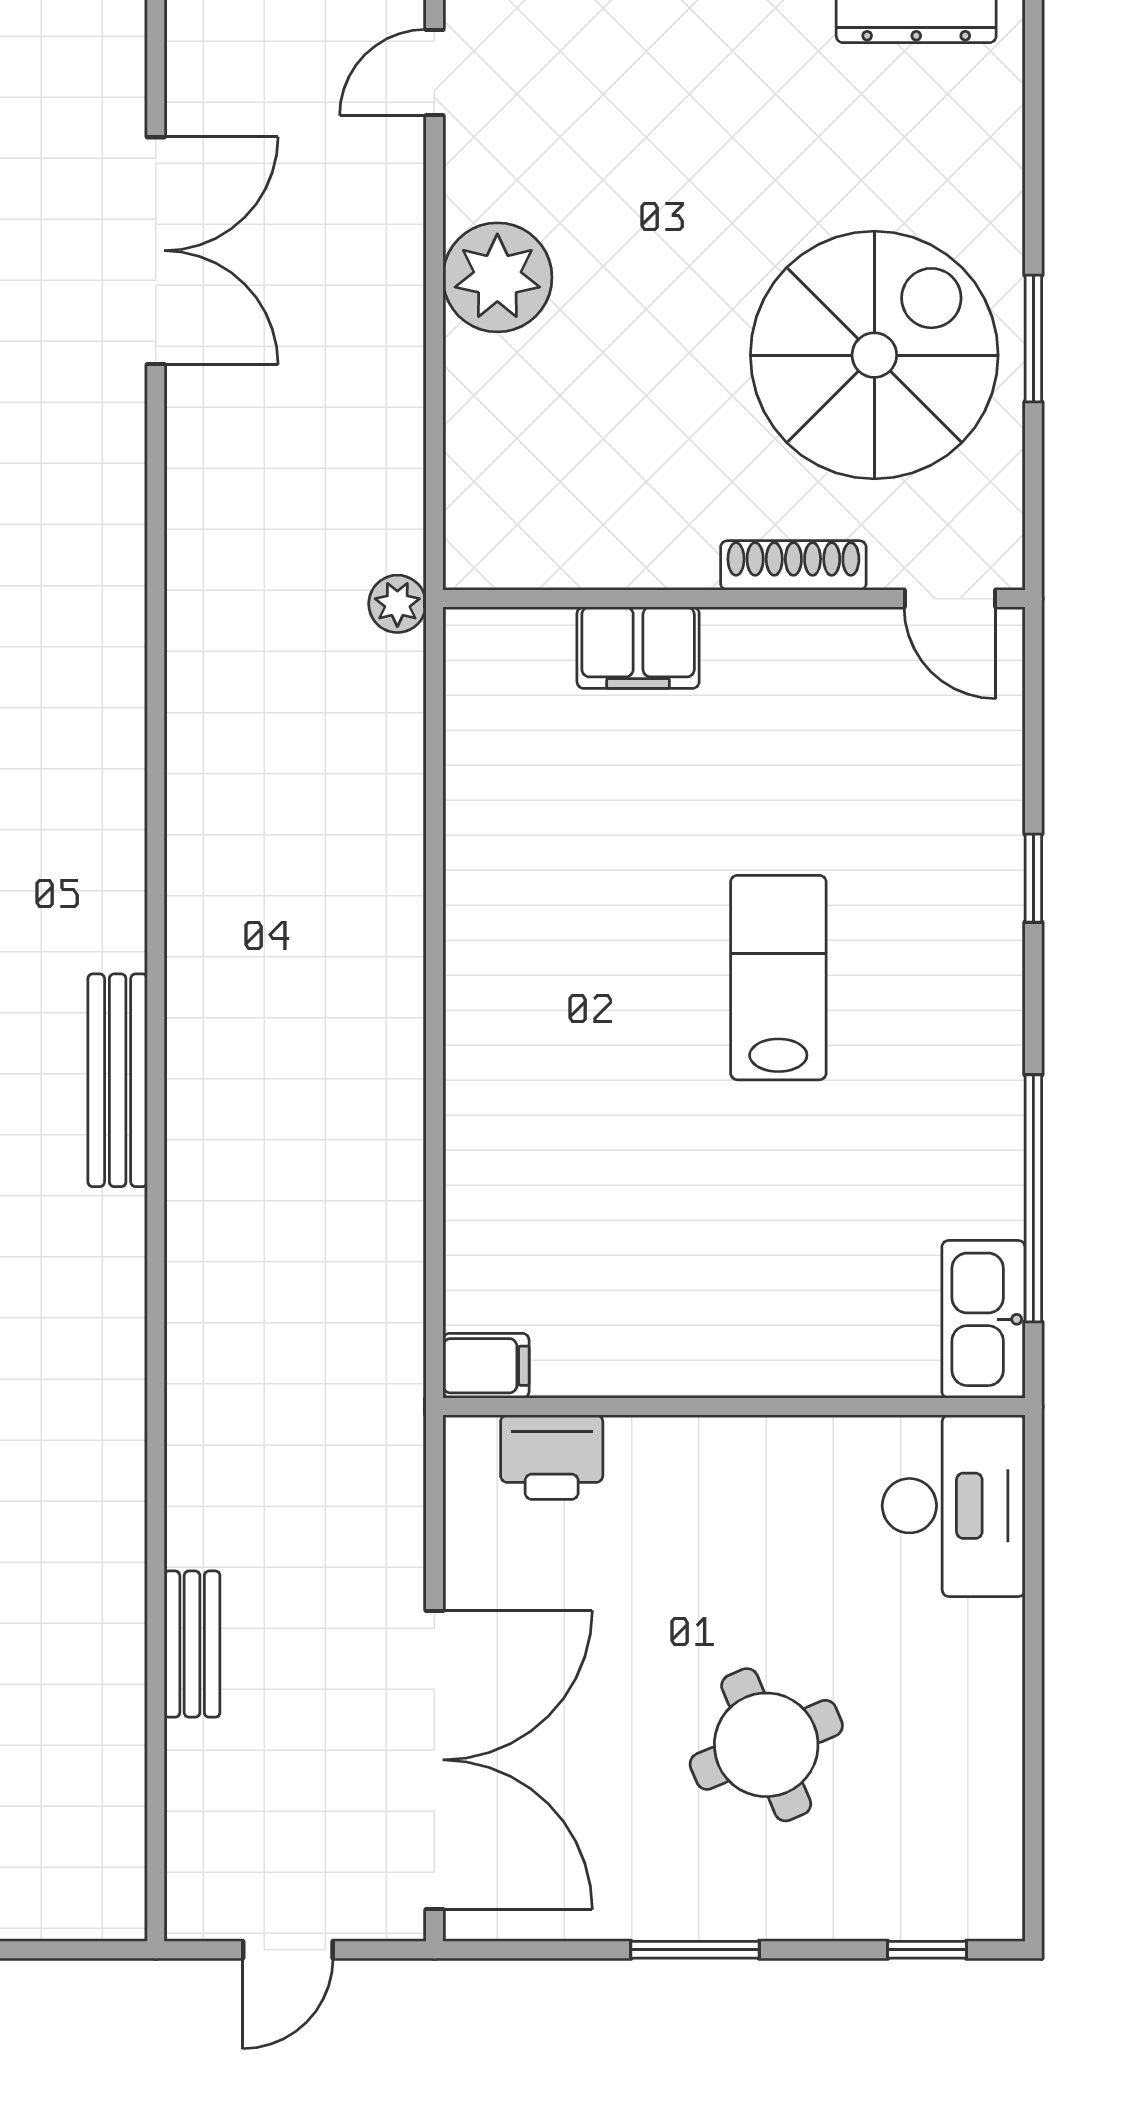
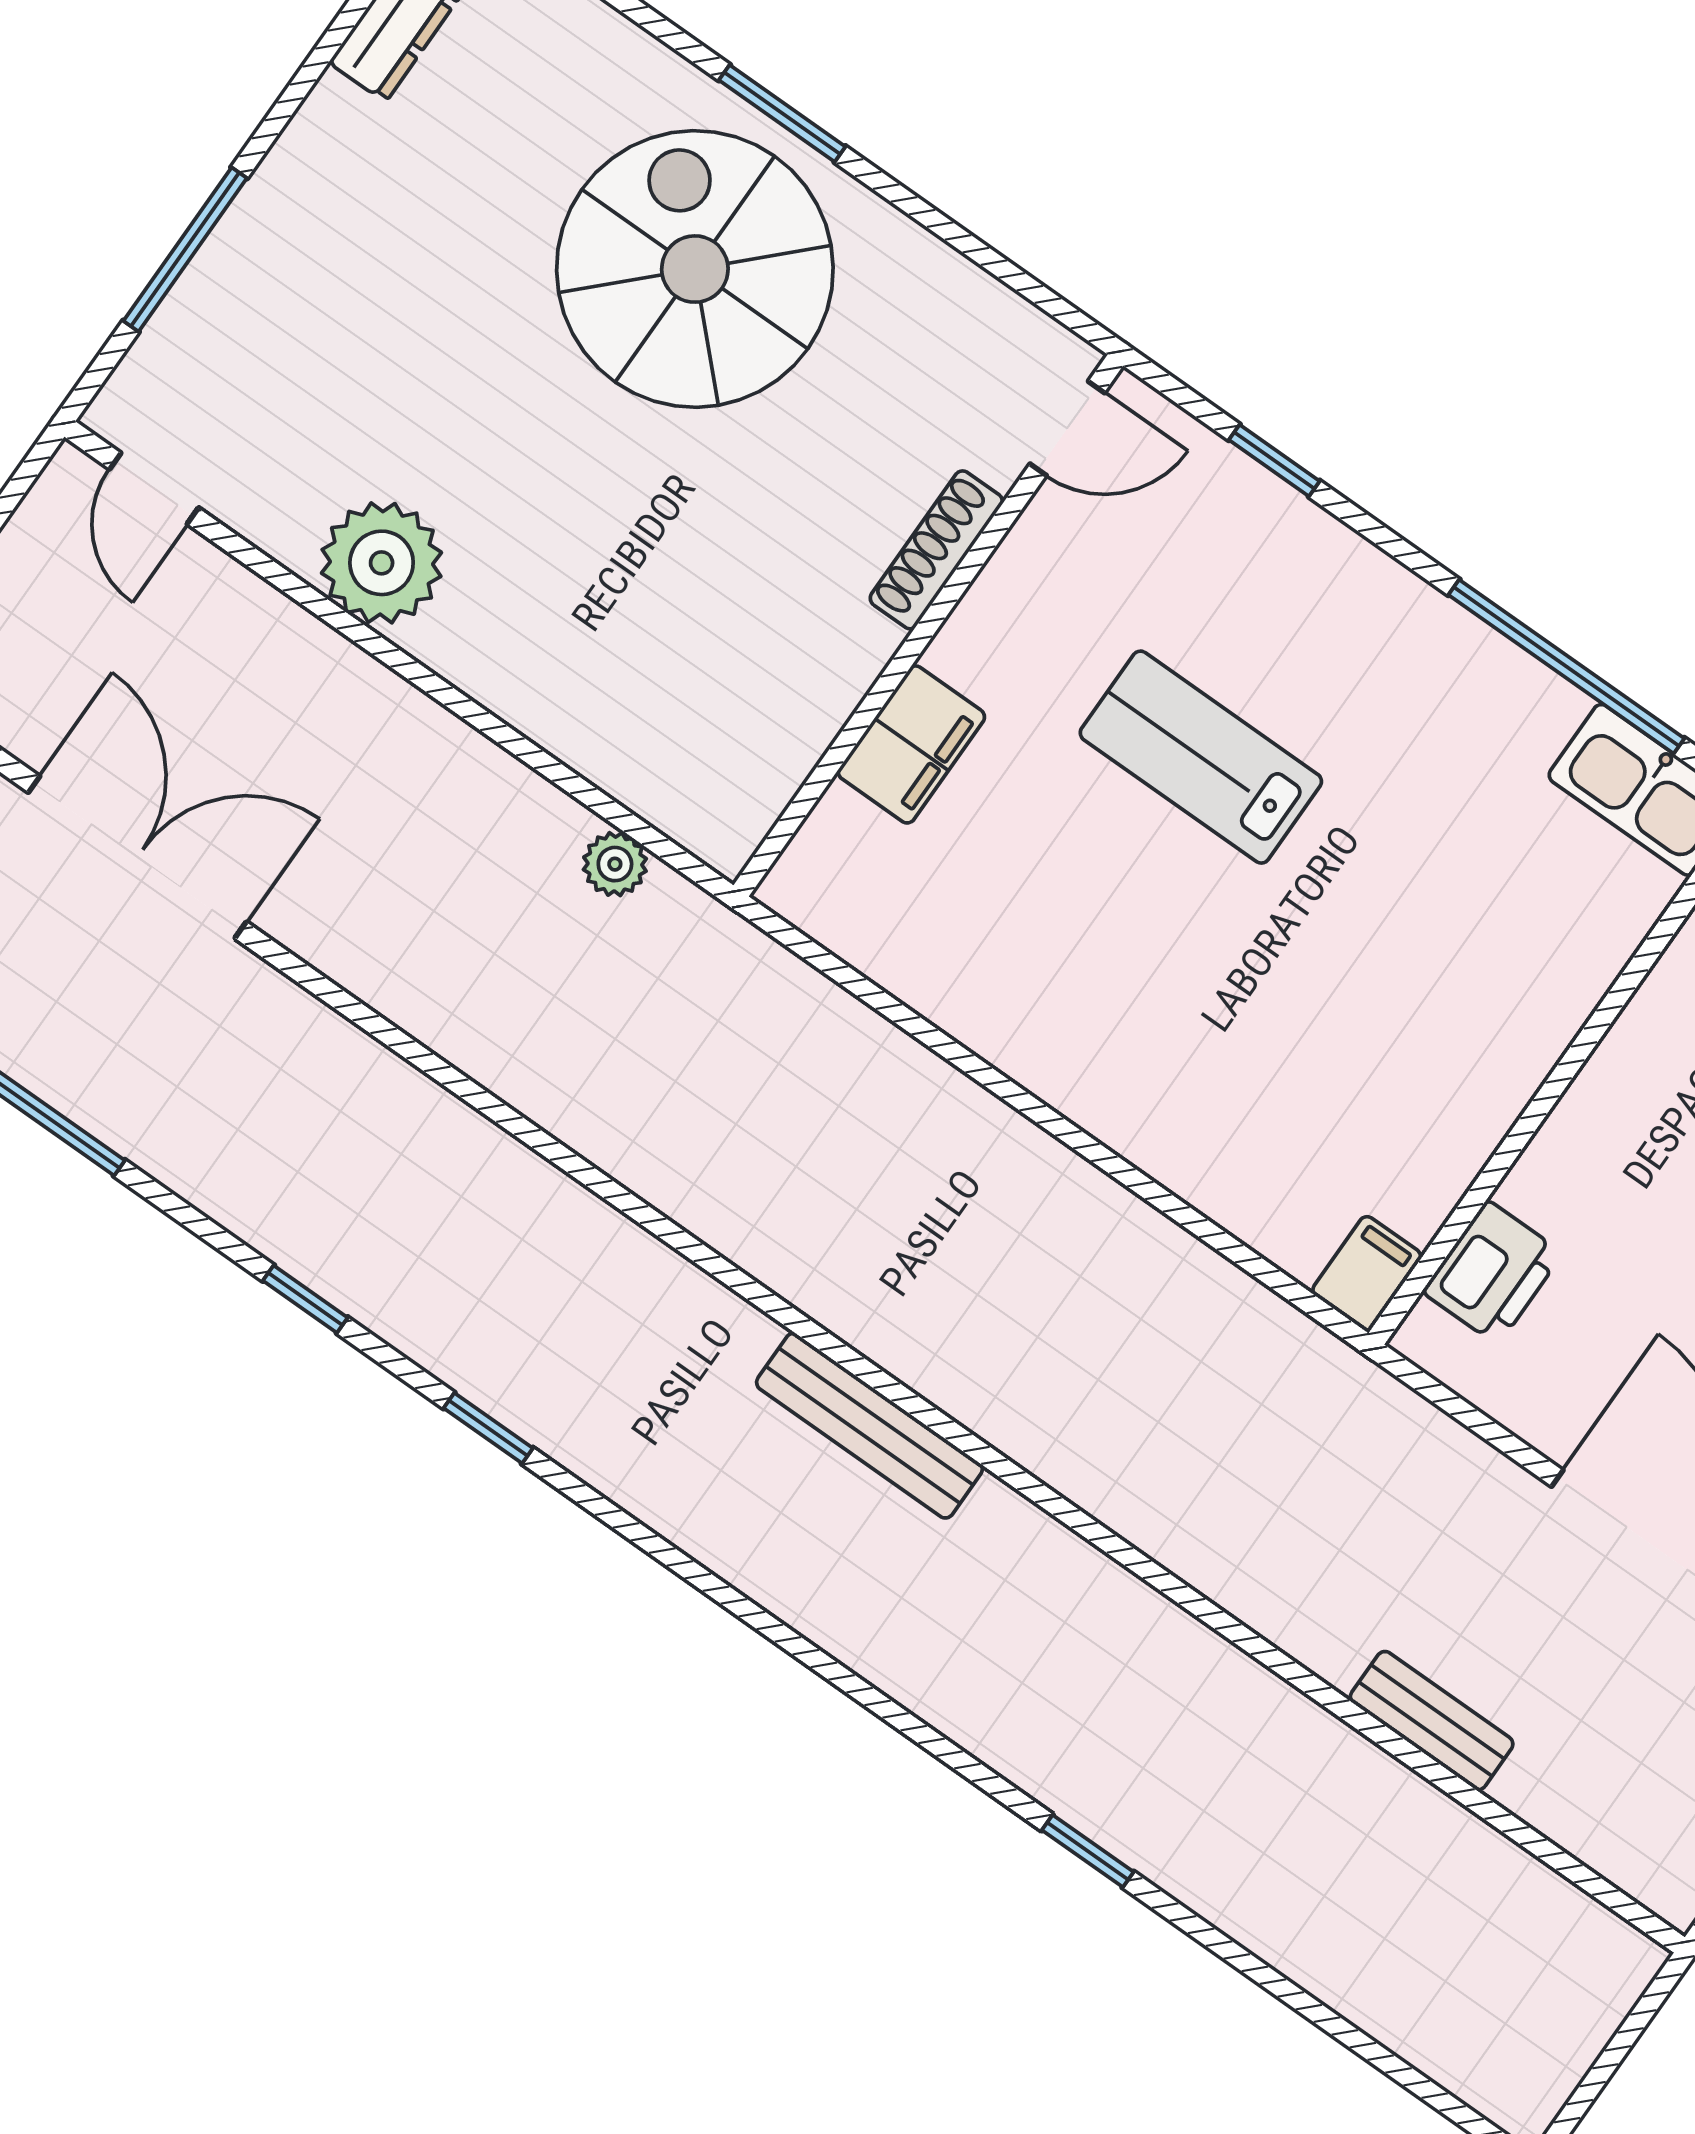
shoe rack: (793, 565) -> (936, 550), moved
wall: (734, 599) -> (928, 625), moved
door: (950, 599) -> (1067, 428), moved
filing cabinet: (638, 648) -> (911, 744), moved

